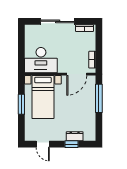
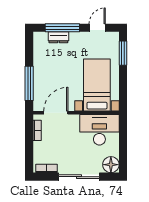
floor lamp: (31, 31) -> (111, 165), added
window: (21, 104) -> (123, 53), moved
door: (43, 144) -> (97, 28), hinge flipped
window: (71, 144) -> (62, 28), width x2.17

